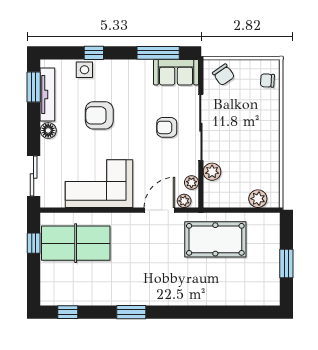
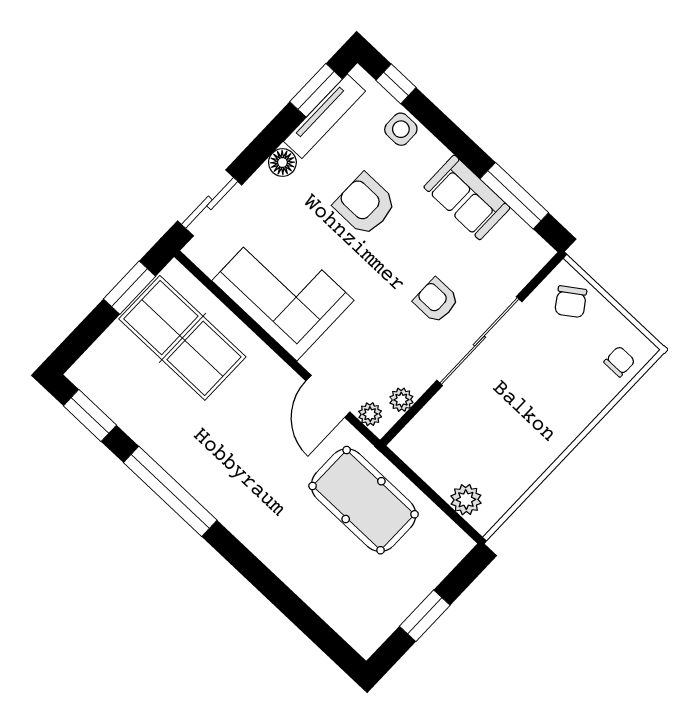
window: (94, 53) -> (396, 84), moved
sofa: (176, 72) -> (467, 197), moved
chair: (267, 81) -> (619, 362), turned 87
plant: (212, 172) -> (440, 411), removed
door: (159, 210) -> (328, 396), swing flipped
window: (34, 243) -> (129, 288), width x1.50
window: (68, 312) -> (90, 416), width x1.50
window: (131, 312) -> (170, 491), width x2.11

